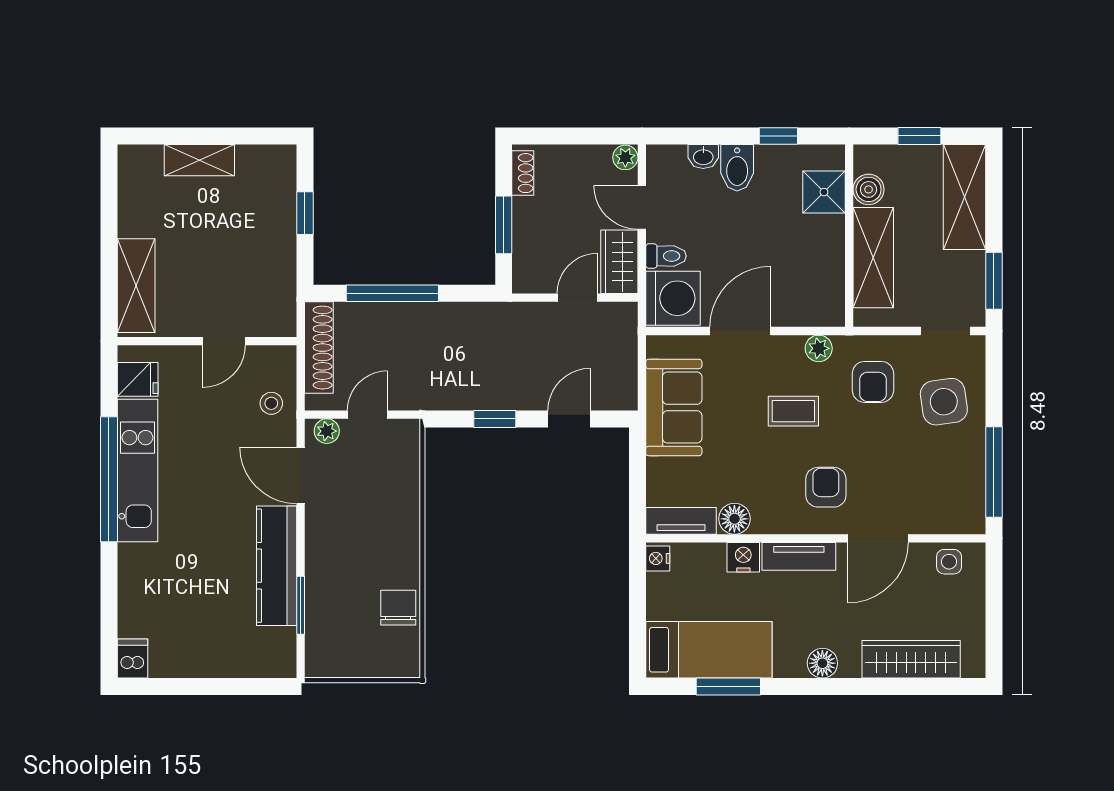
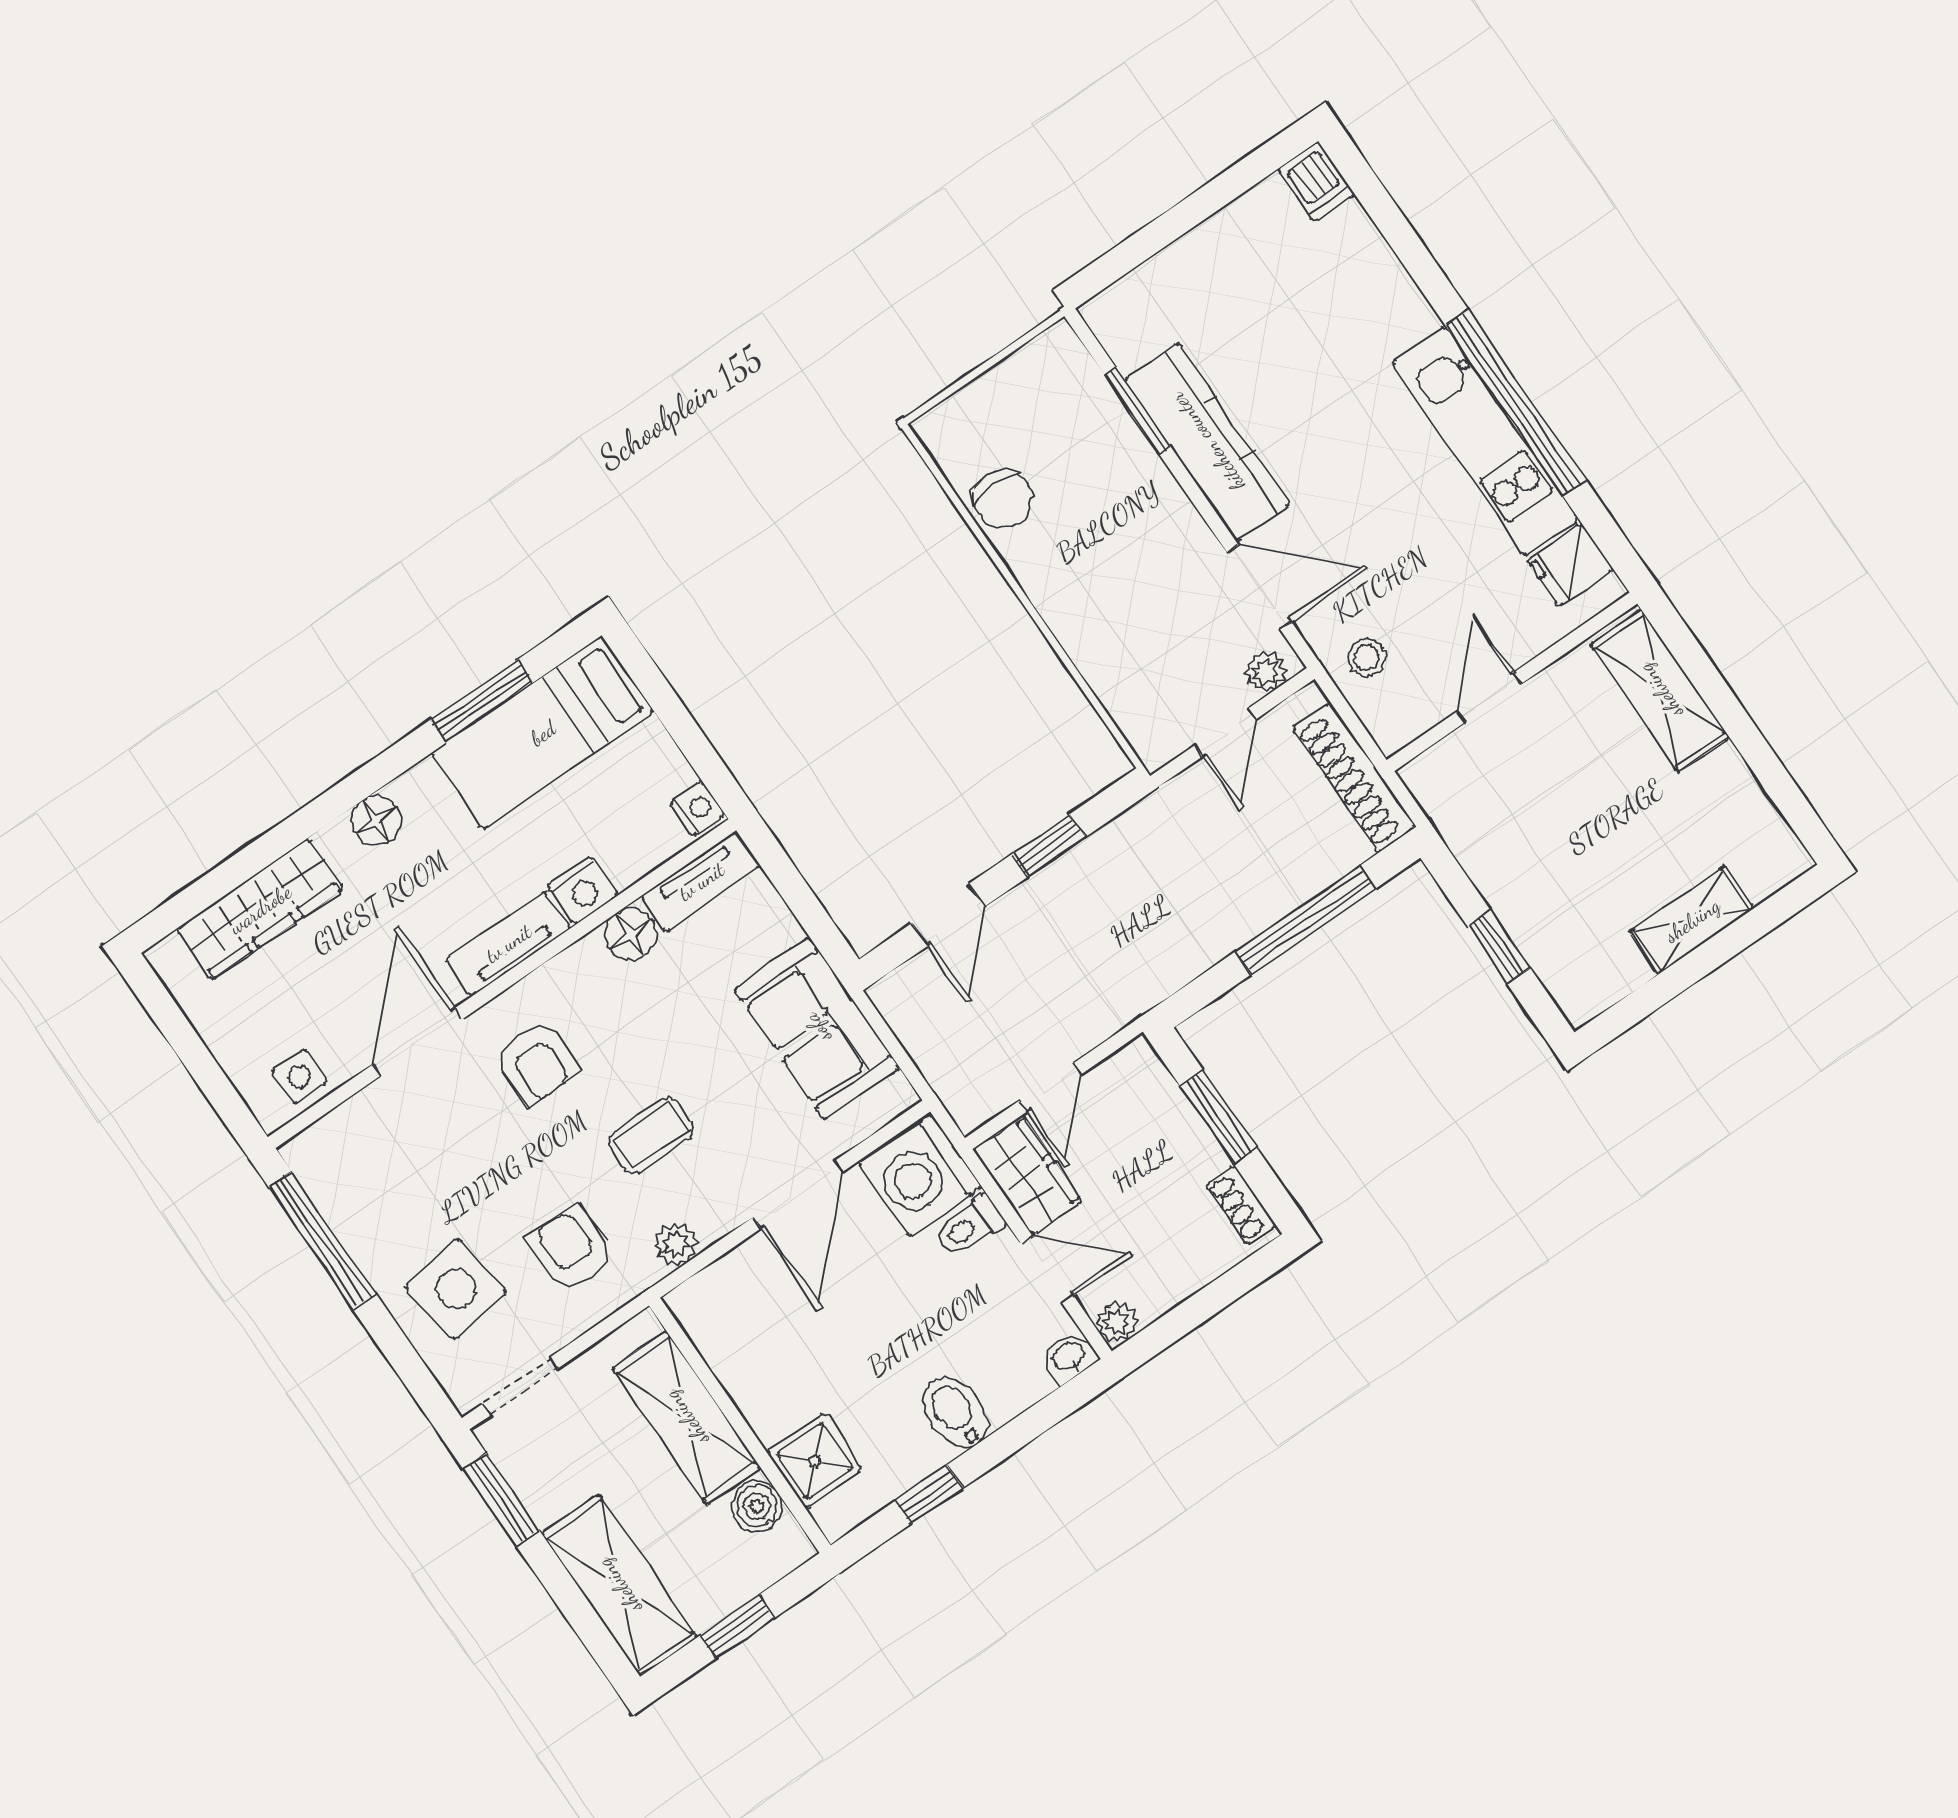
washbasin: (703, 157) -> (1069, 1357), moved

